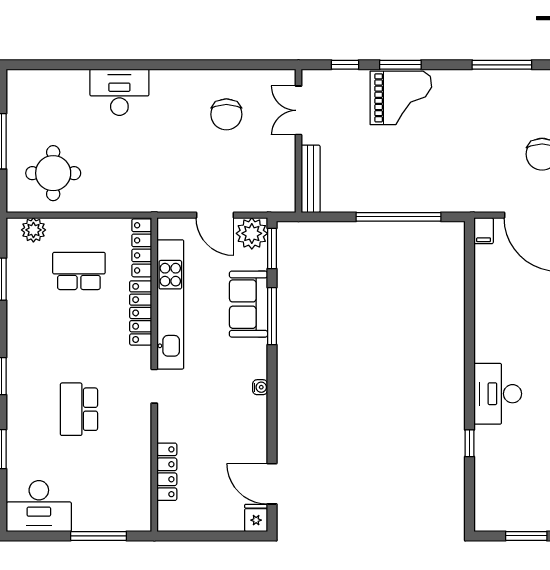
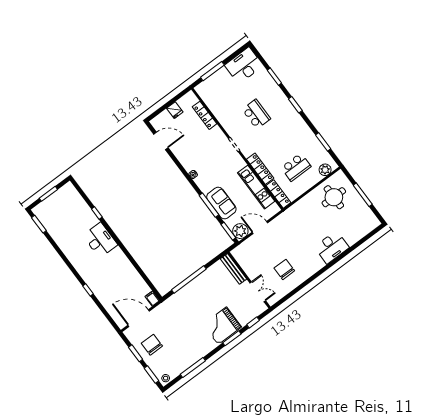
kitchen unit: (170, 304) -> (256, 187), width x0.73
fridge: (256, 518) -> (175, 110), moved

